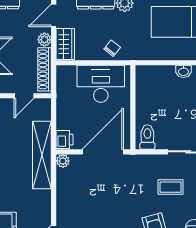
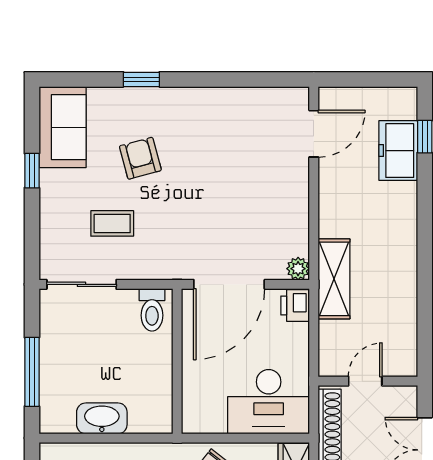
washbasin: (183, 71) -> (102, 418), width x1.91, depth x1.45
desk: (101, 84) -> (269, 402), moved
shelving: (42, 155) -> (334, 279), width x0.68

